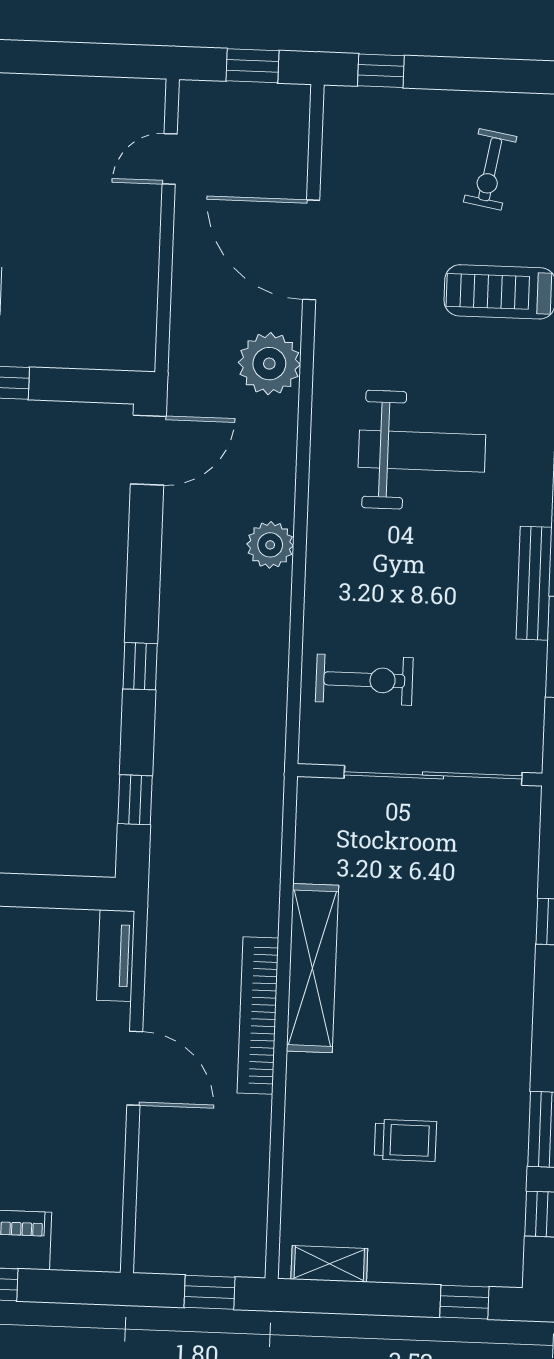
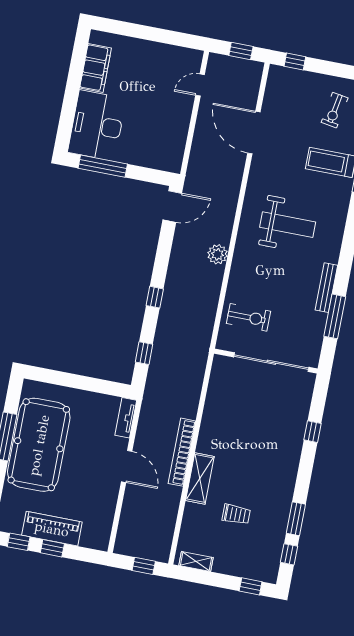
plant: (269, 364) -> (229, 178), removed
shelving: (312, 968) -> (200, 478), moved, width x0.68

